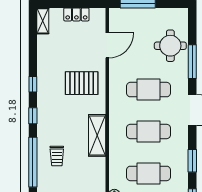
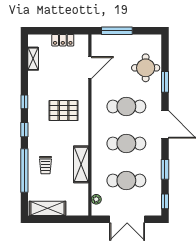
shelving: (43, 21) -> (33, 59), moved
window: (192, 62) -> (165, 82), width x0.69
pallet: (82, 83) -> (64, 111), moved
shelving: (97, 135) -> (81, 164), moved

